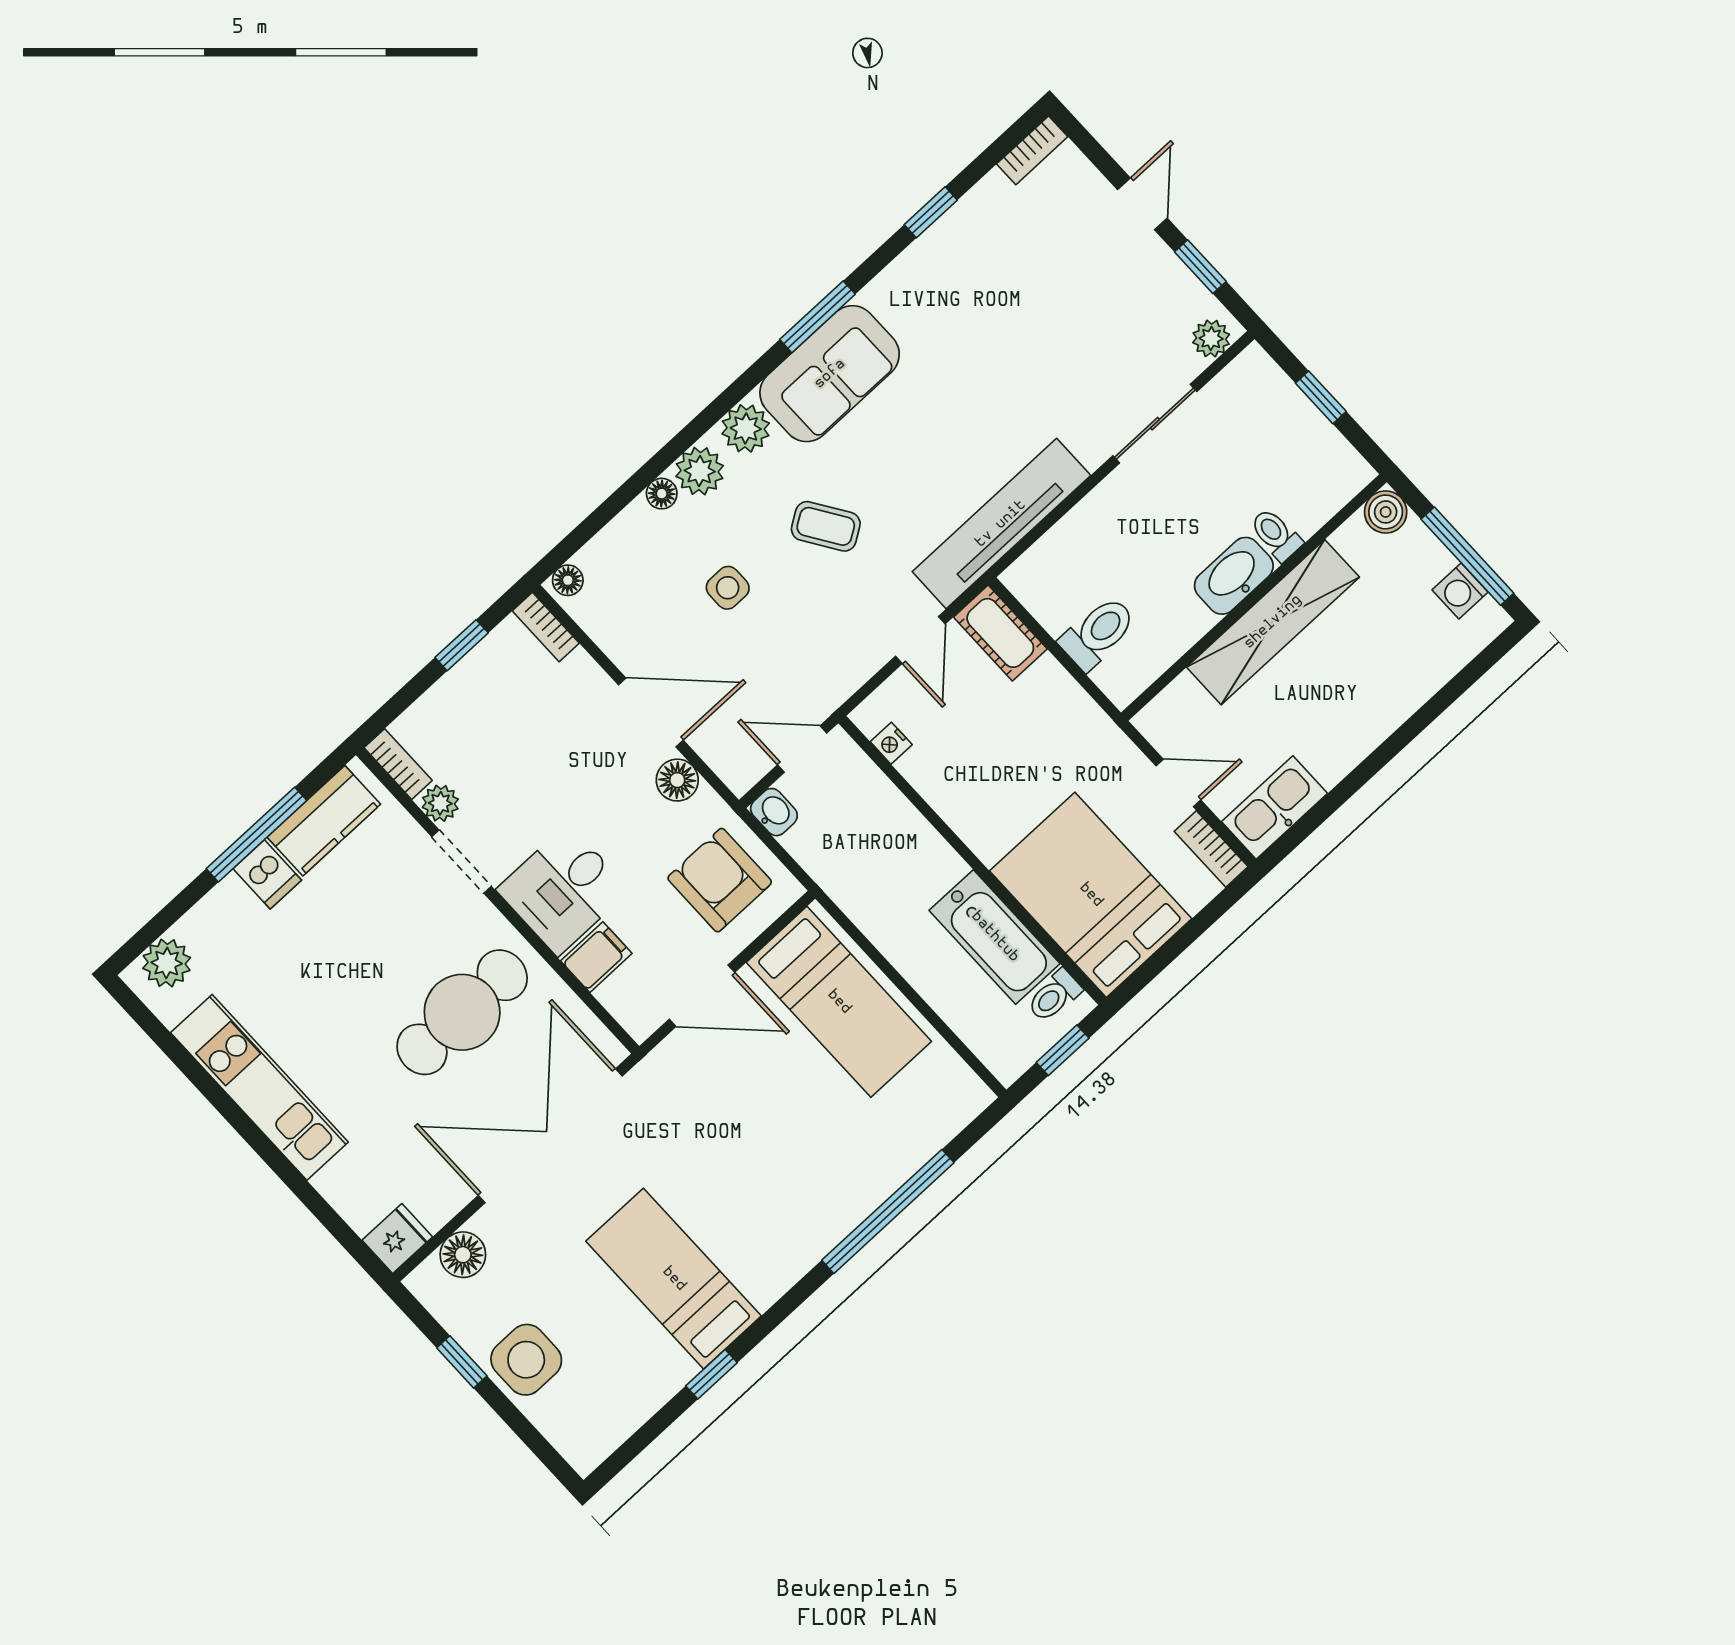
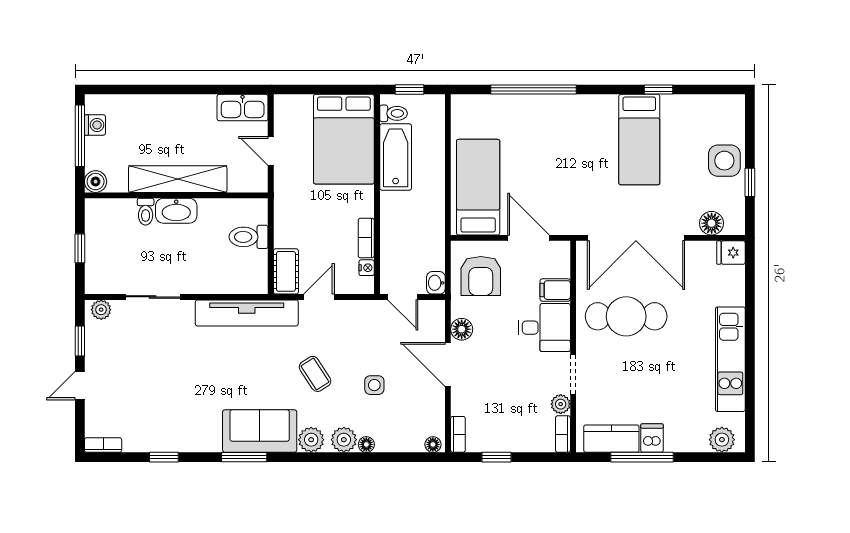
bookcase: (1211, 849) -> (366, 238), moved, turned 180

